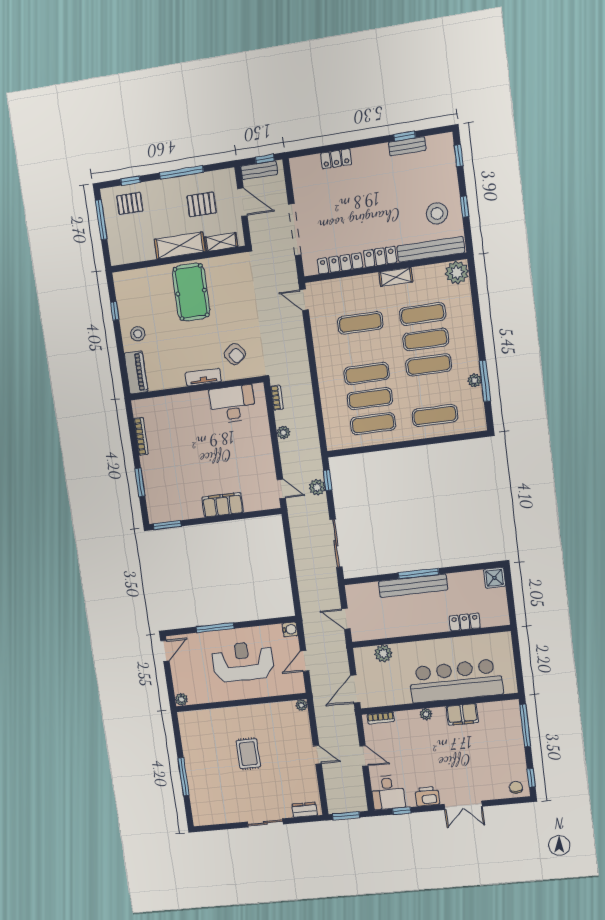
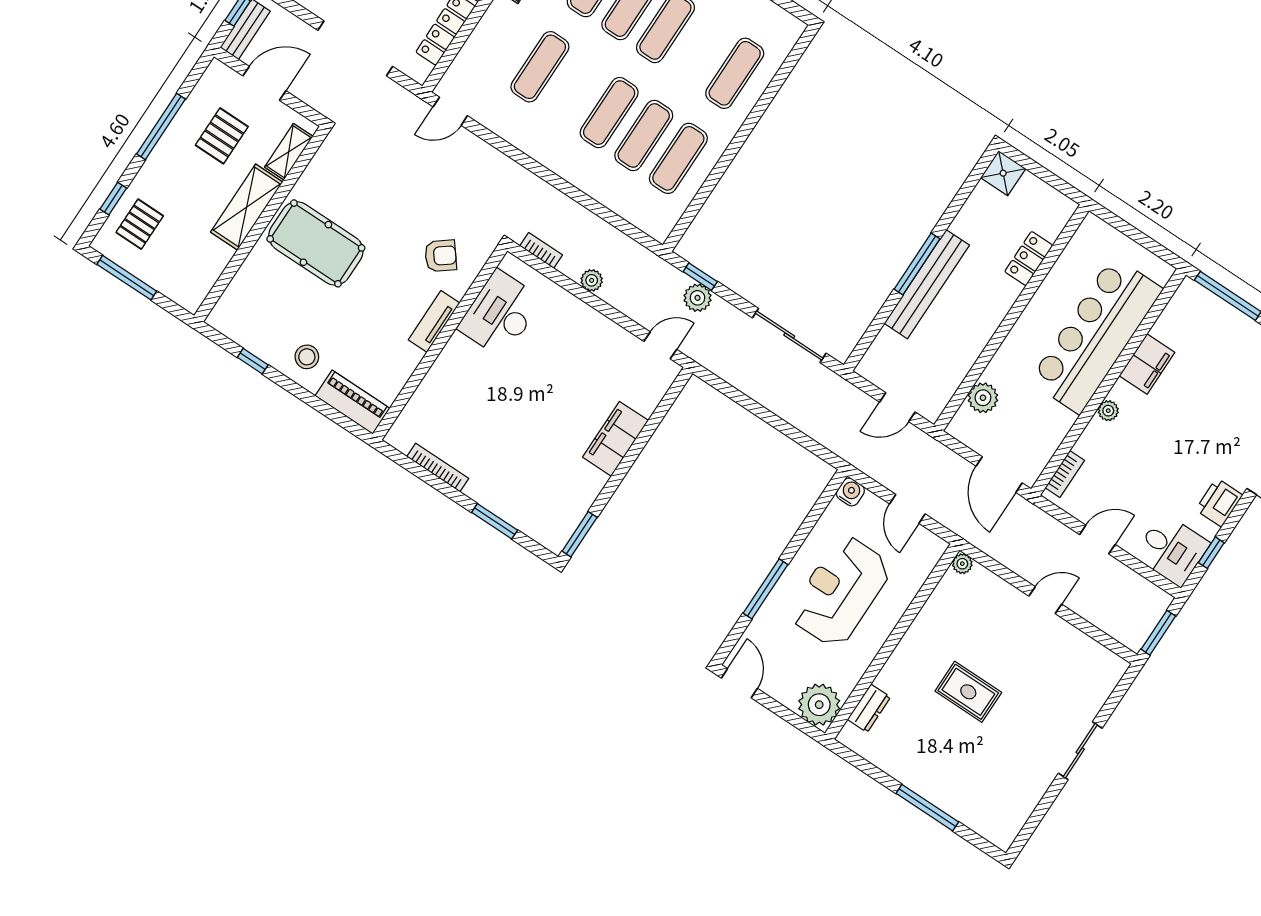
plant: (181, 699) -> (819, 705), width x1.88, depth x1.88
dresser: (305, 810) -> (869, 708), moved, turned 180

